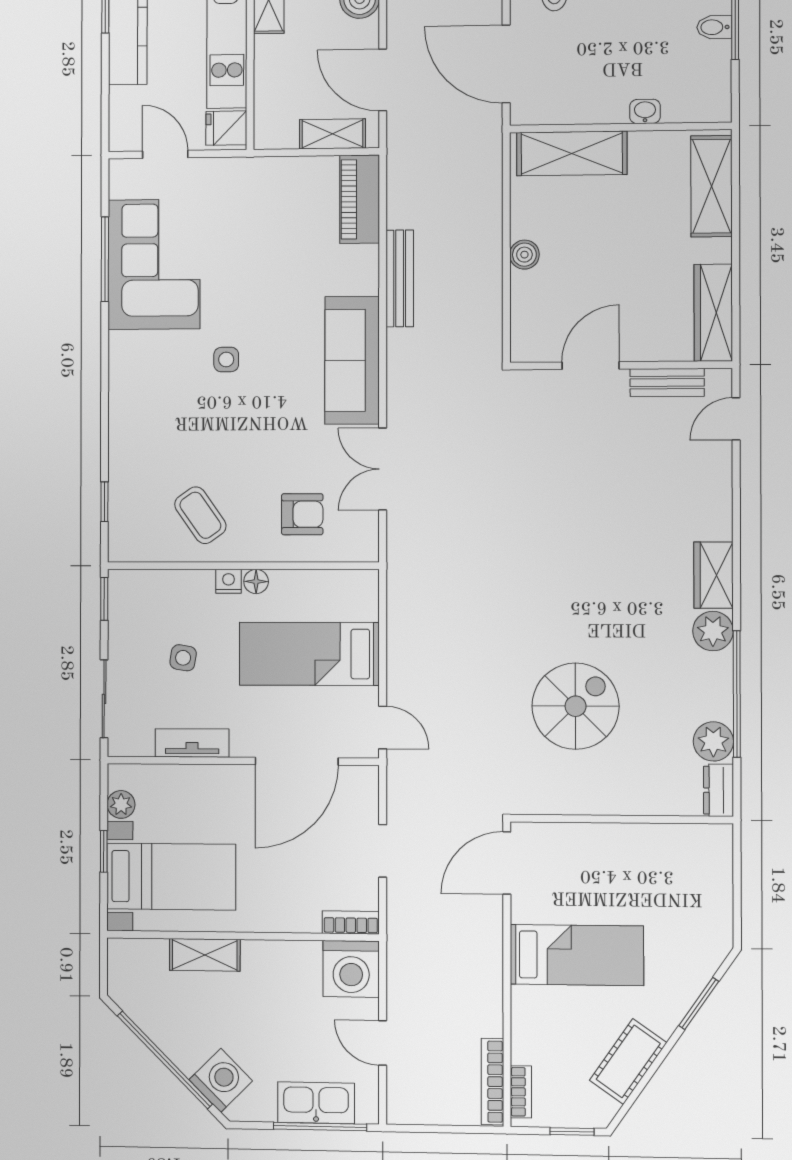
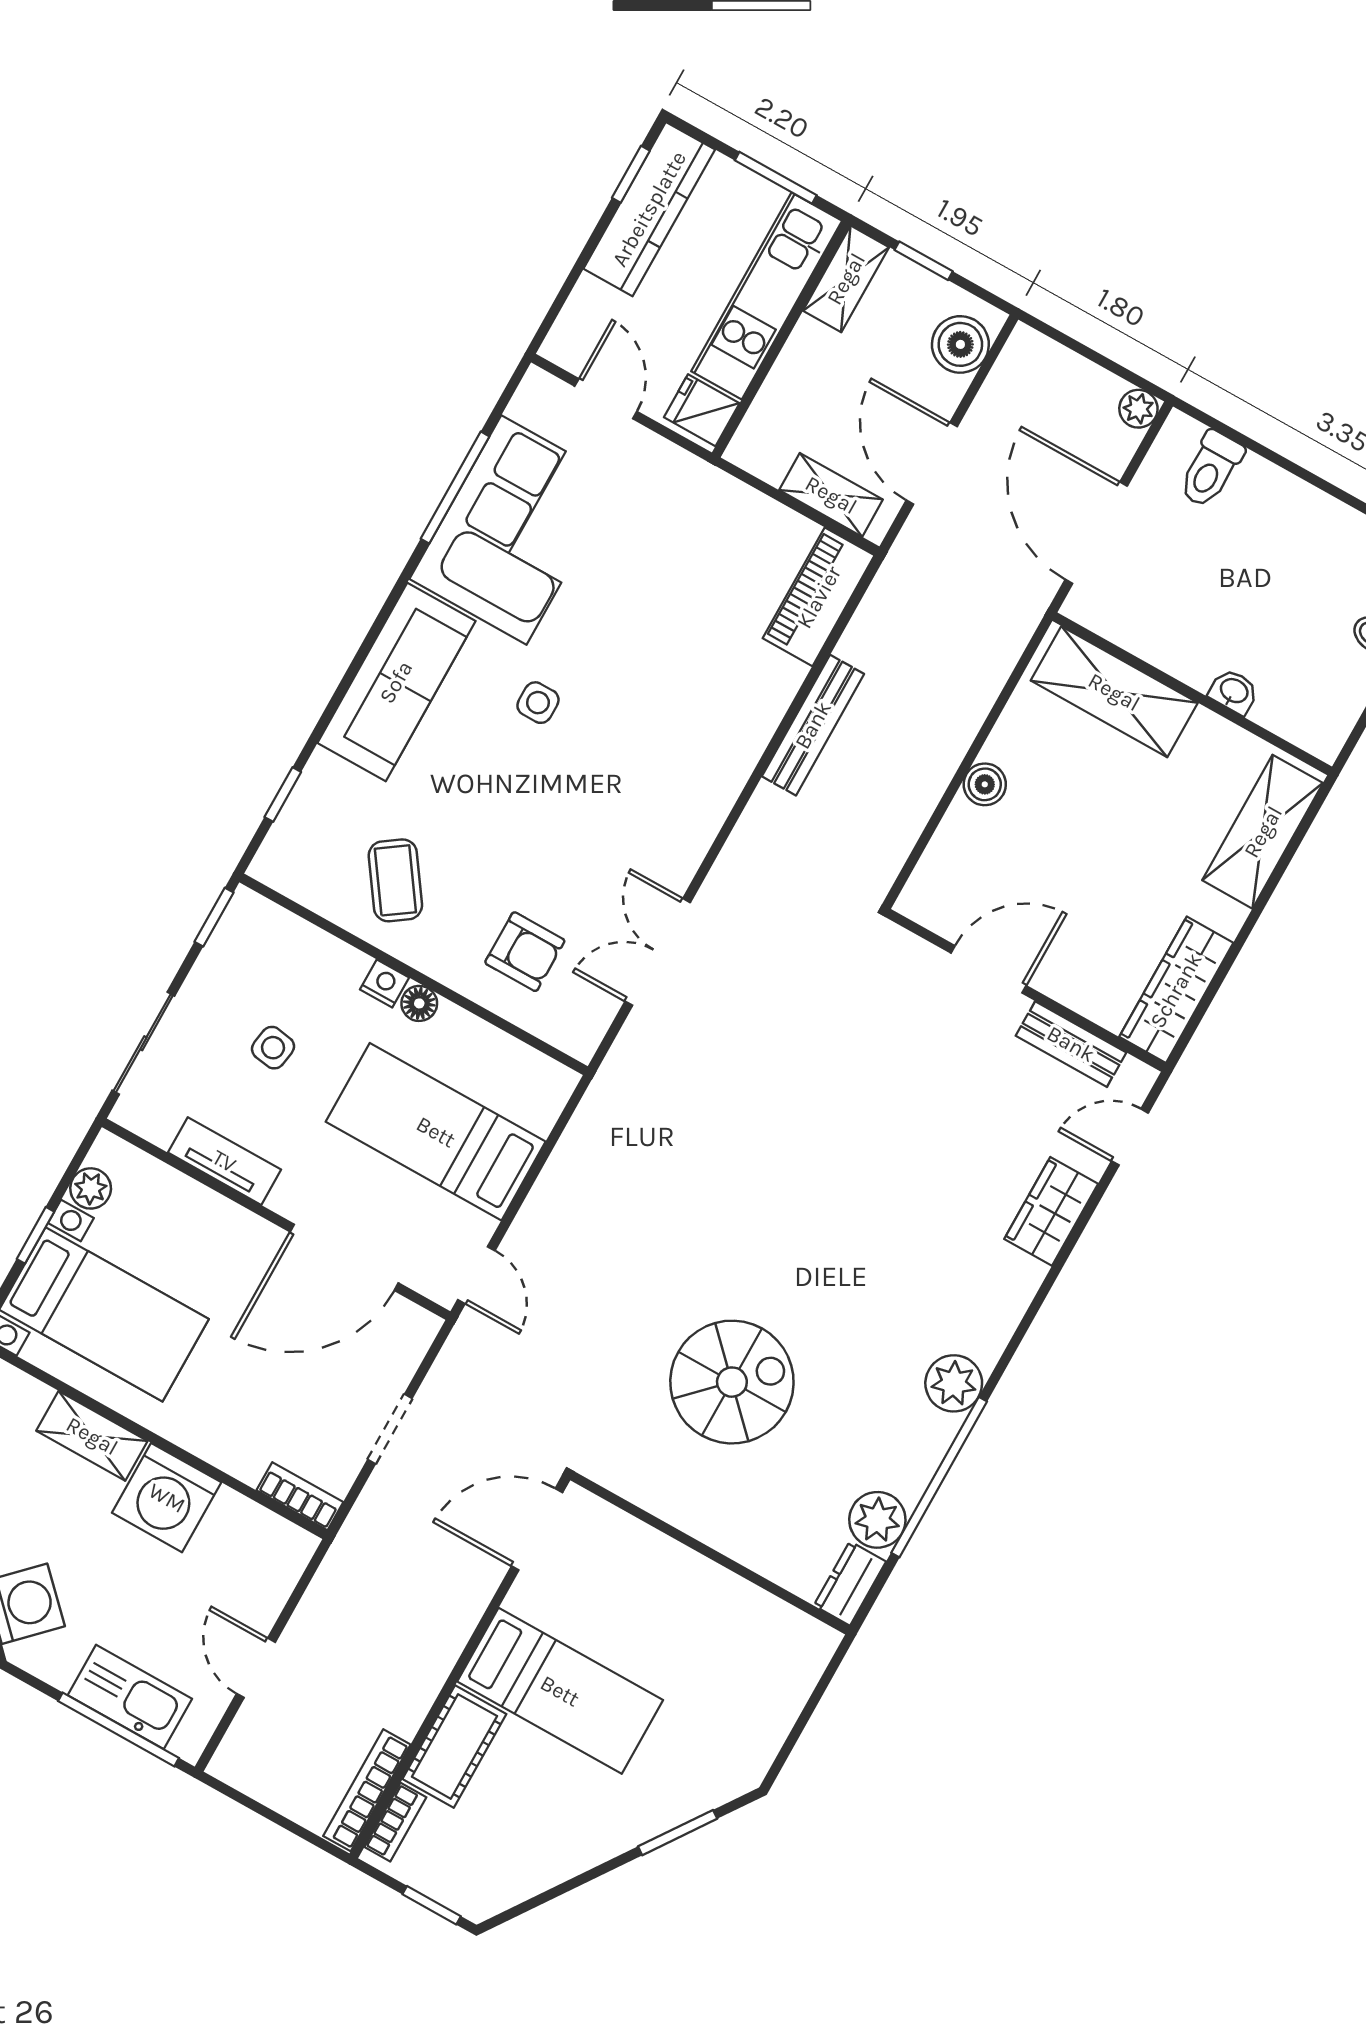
sofa: (352, 360) -> (396, 682), moved, turned 180
wardrobe: (713, 575) -> (1051, 1211), moved
washing machine: (351, 969) -> (167, 1498), moved
cot: (628, 1061) -> (454, 1746), moved, turned -35

